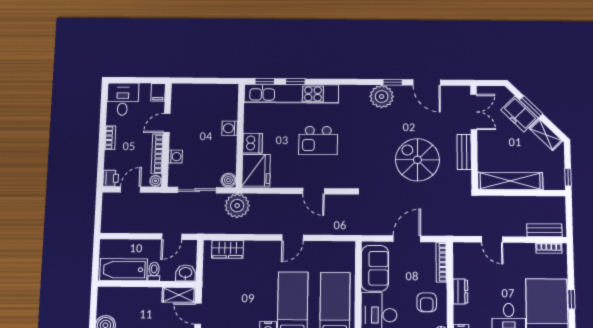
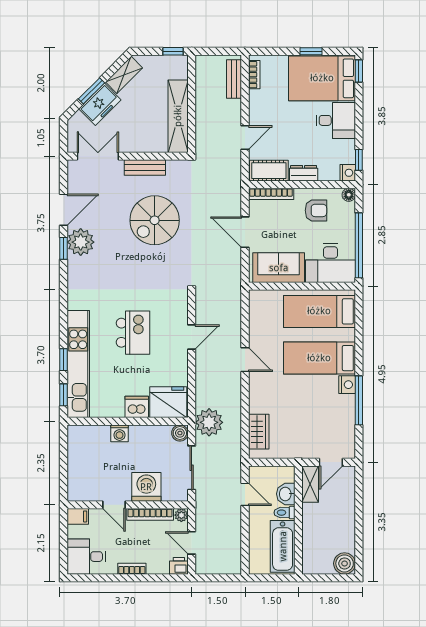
plant: (382, 97) -> (81, 242), moved
washing machine: (175, 157) -> (146, 487), width x1.89, depth x1.89
cot: (462, 260) -> (269, 171), added
washbasin: (186, 273) -> (286, 494), moved

